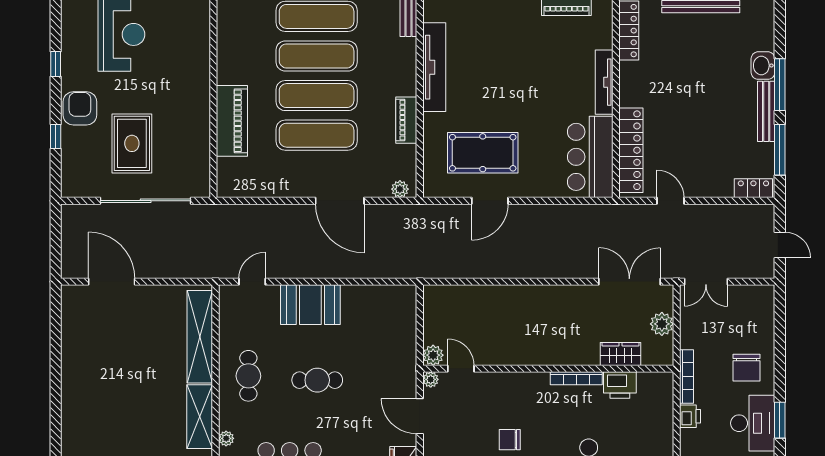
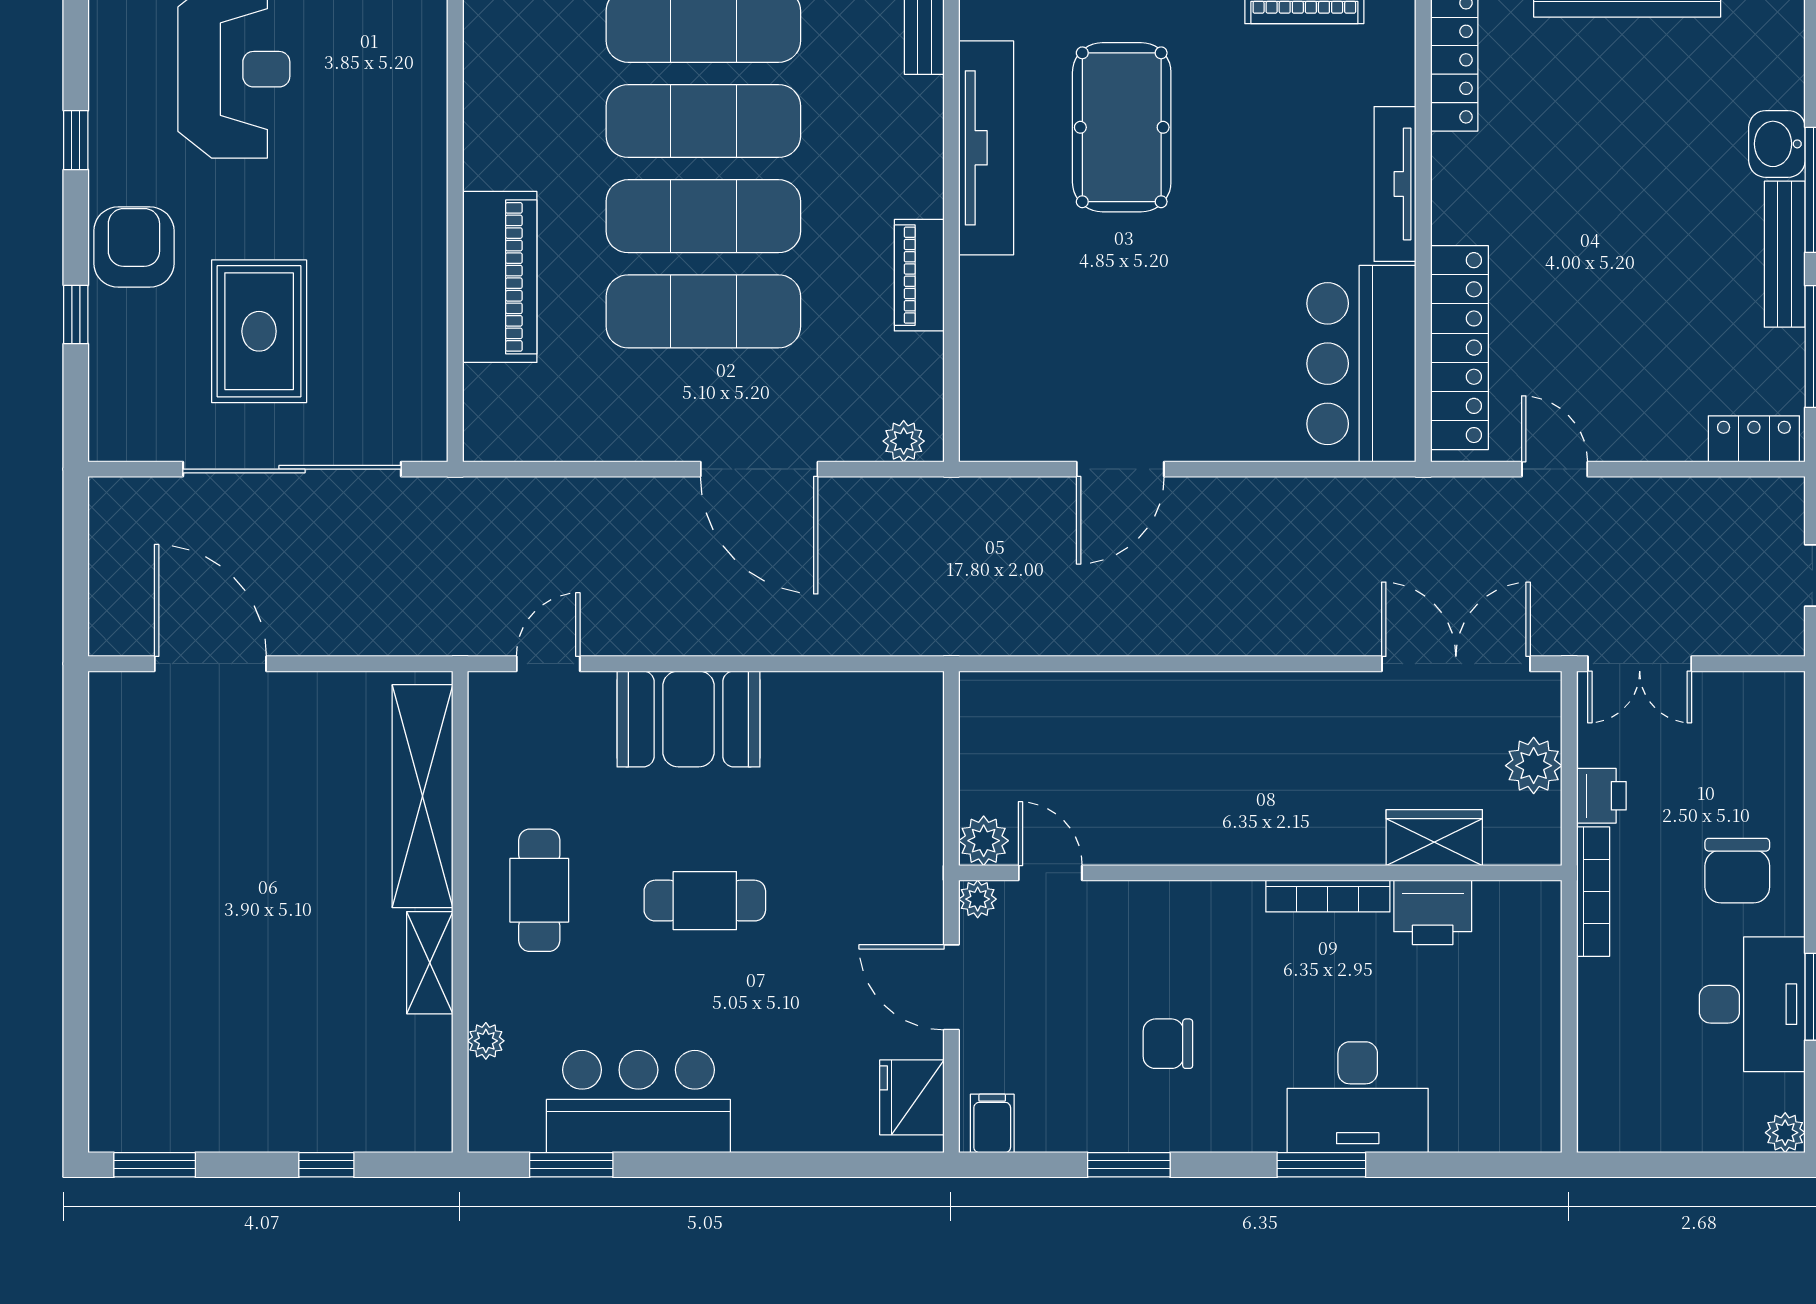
pool table: (483, 153) -> (1122, 127), moved, turned 90
printer: (690, 416) -> (1601, 796), moved
shelving: (200, 417) -> (430, 963), width x0.67, depth x0.75

